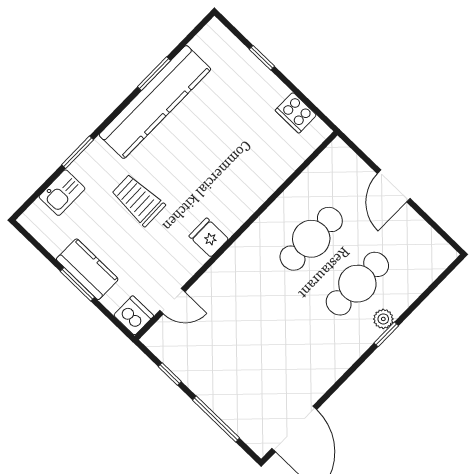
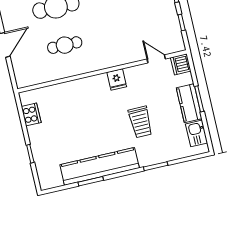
kitchen sink: (62, 193) -> (197, 133), moved, turned -90
cafe table: (311, 239) -> (65, 45), width x0.73, depth x0.74

